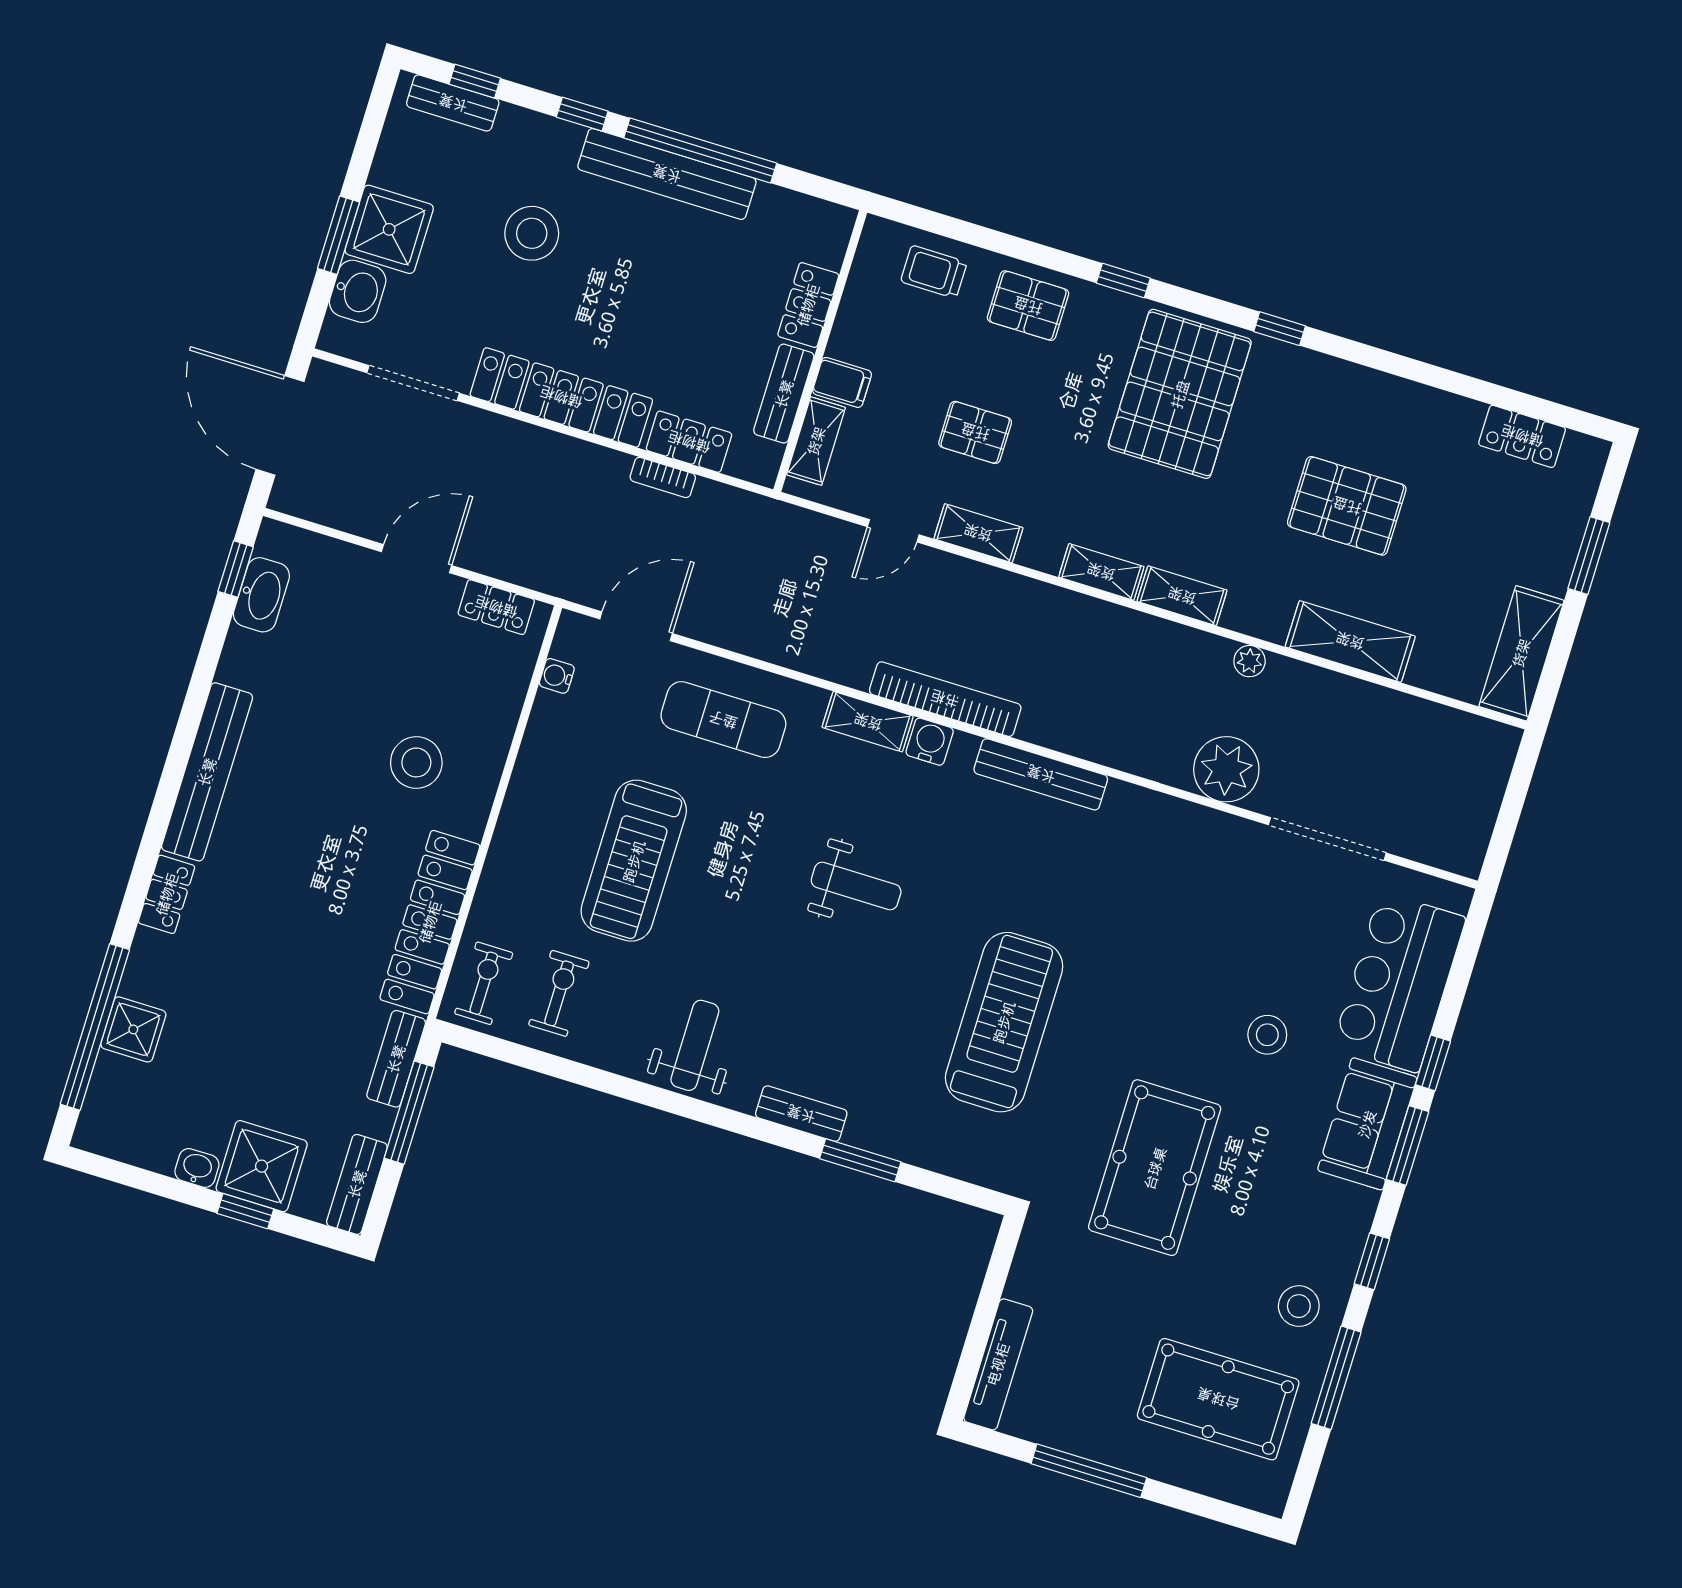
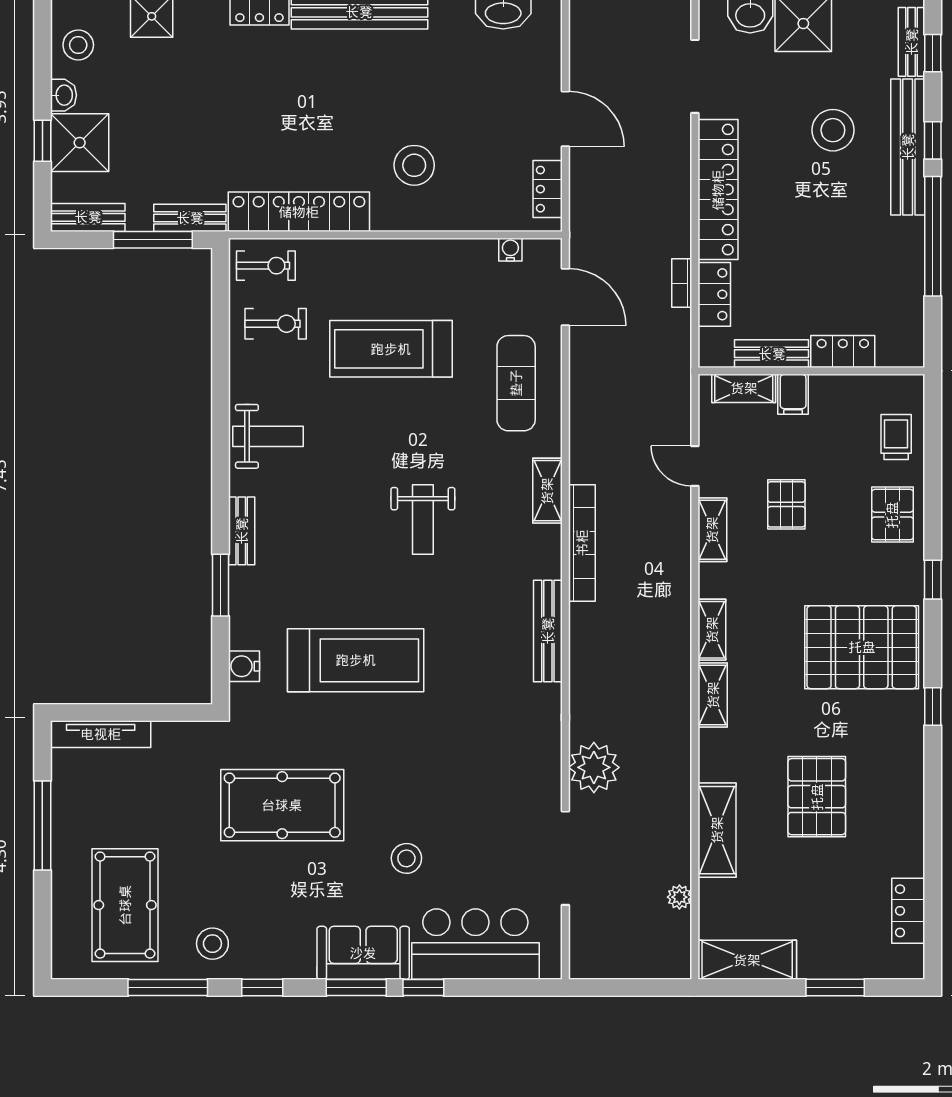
bench: (667, 174) -> (908, 147), moved
plant: (1250, 661) -> (679, 897), moved
water cooler: (930, 742) -> (244, 666), moved, turned 180
stool: (141, 1131) -> (78, 45), added

